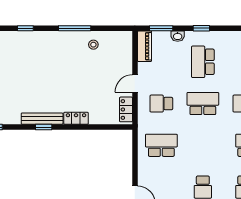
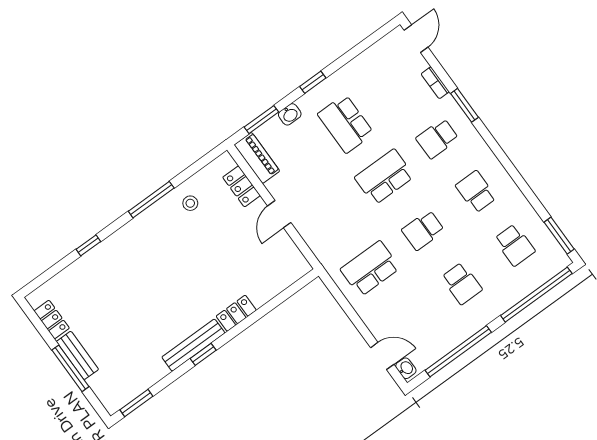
school desk: (161, 104) -> (423, 230), moved
locker: (126, 109) -> (242, 186), moved

